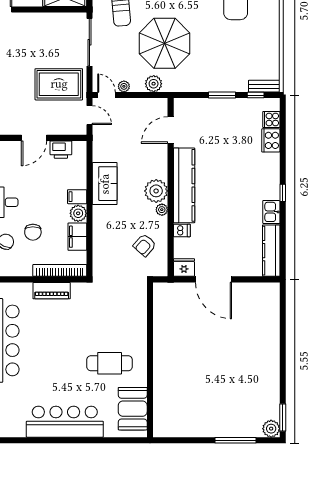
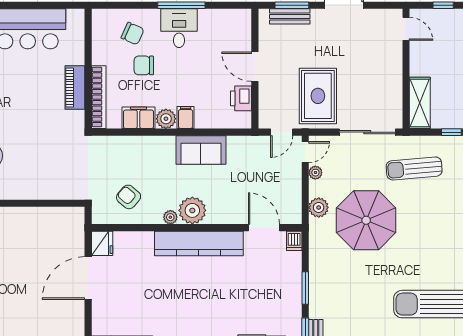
dishwasher: (182, 230) -> (294, 241), moved

